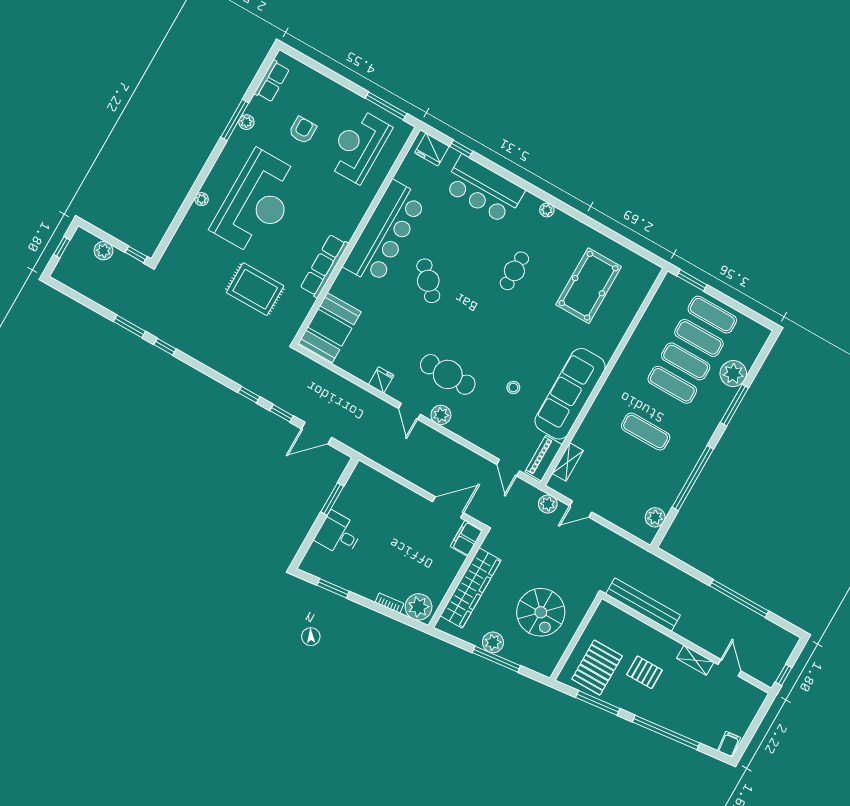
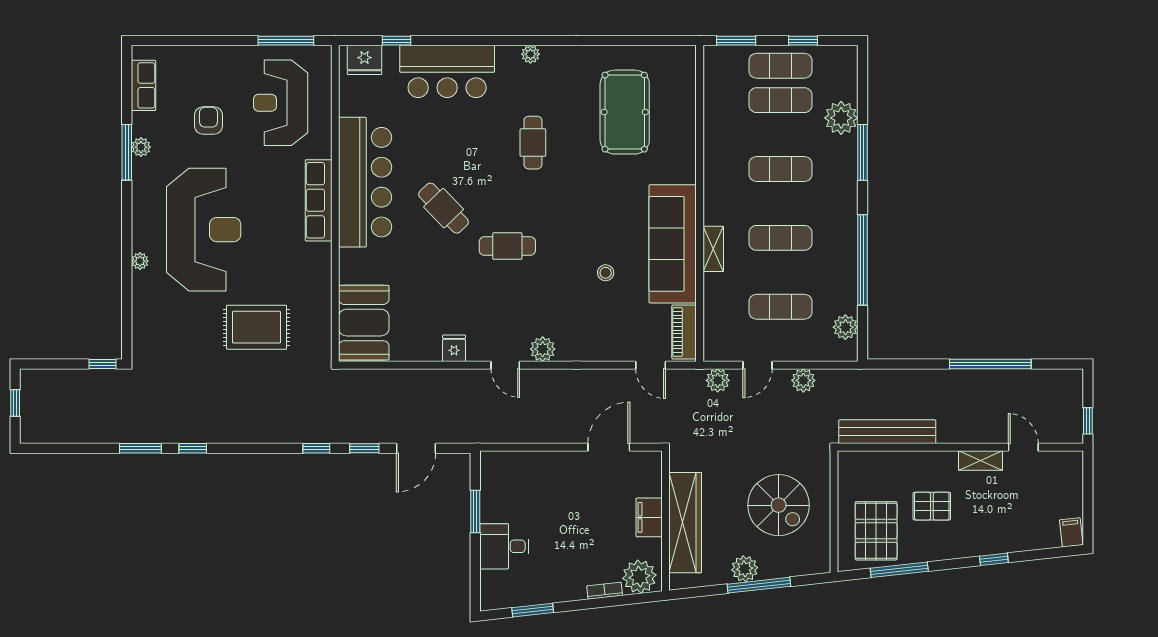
plant: (103, 251) -> (803, 380), moved
row of seats: (324, 266) -> (319, 200), moved
window: (737, 306) -> (803, 41), added
exercise mat: (686, 361) -> (780, 307), moved
cafe table: (448, 374) -> (507, 246), moved, width x0.73, depth x0.74
shelving: (568, 462) -> (713, 249), moved
filing cabinet: (466, 538) -> (649, 517), moved
window: (666, 733) -> (994, 559), width x0.32

